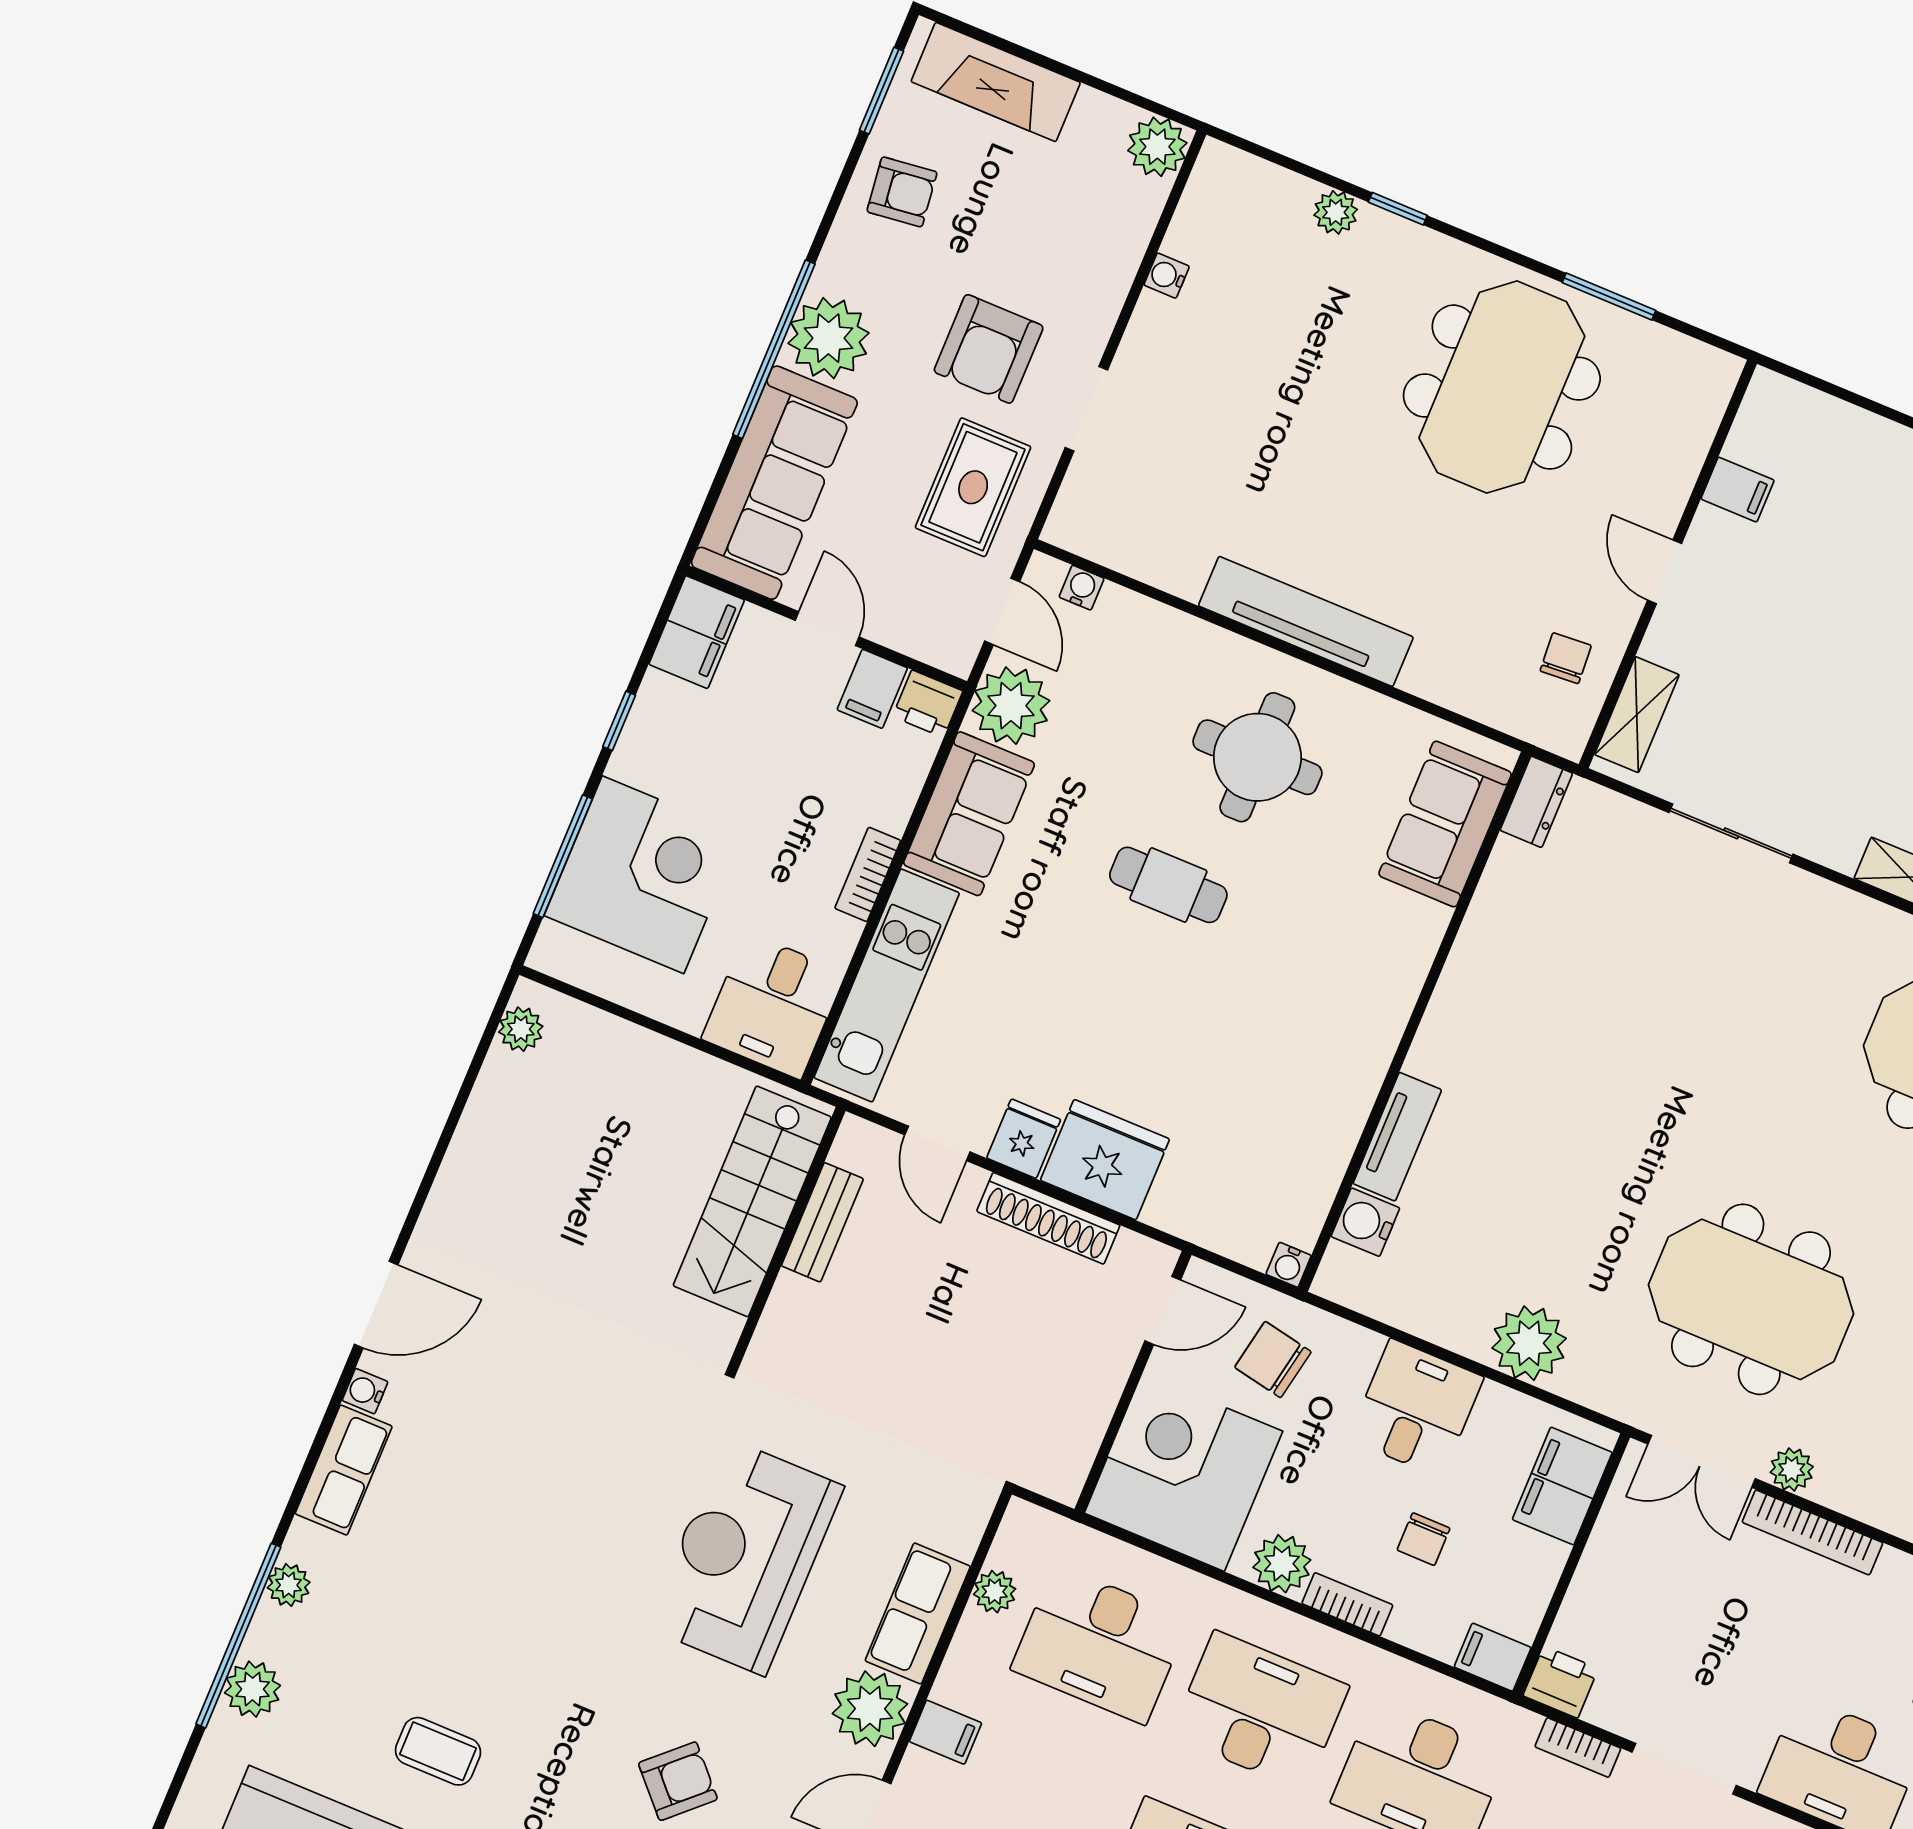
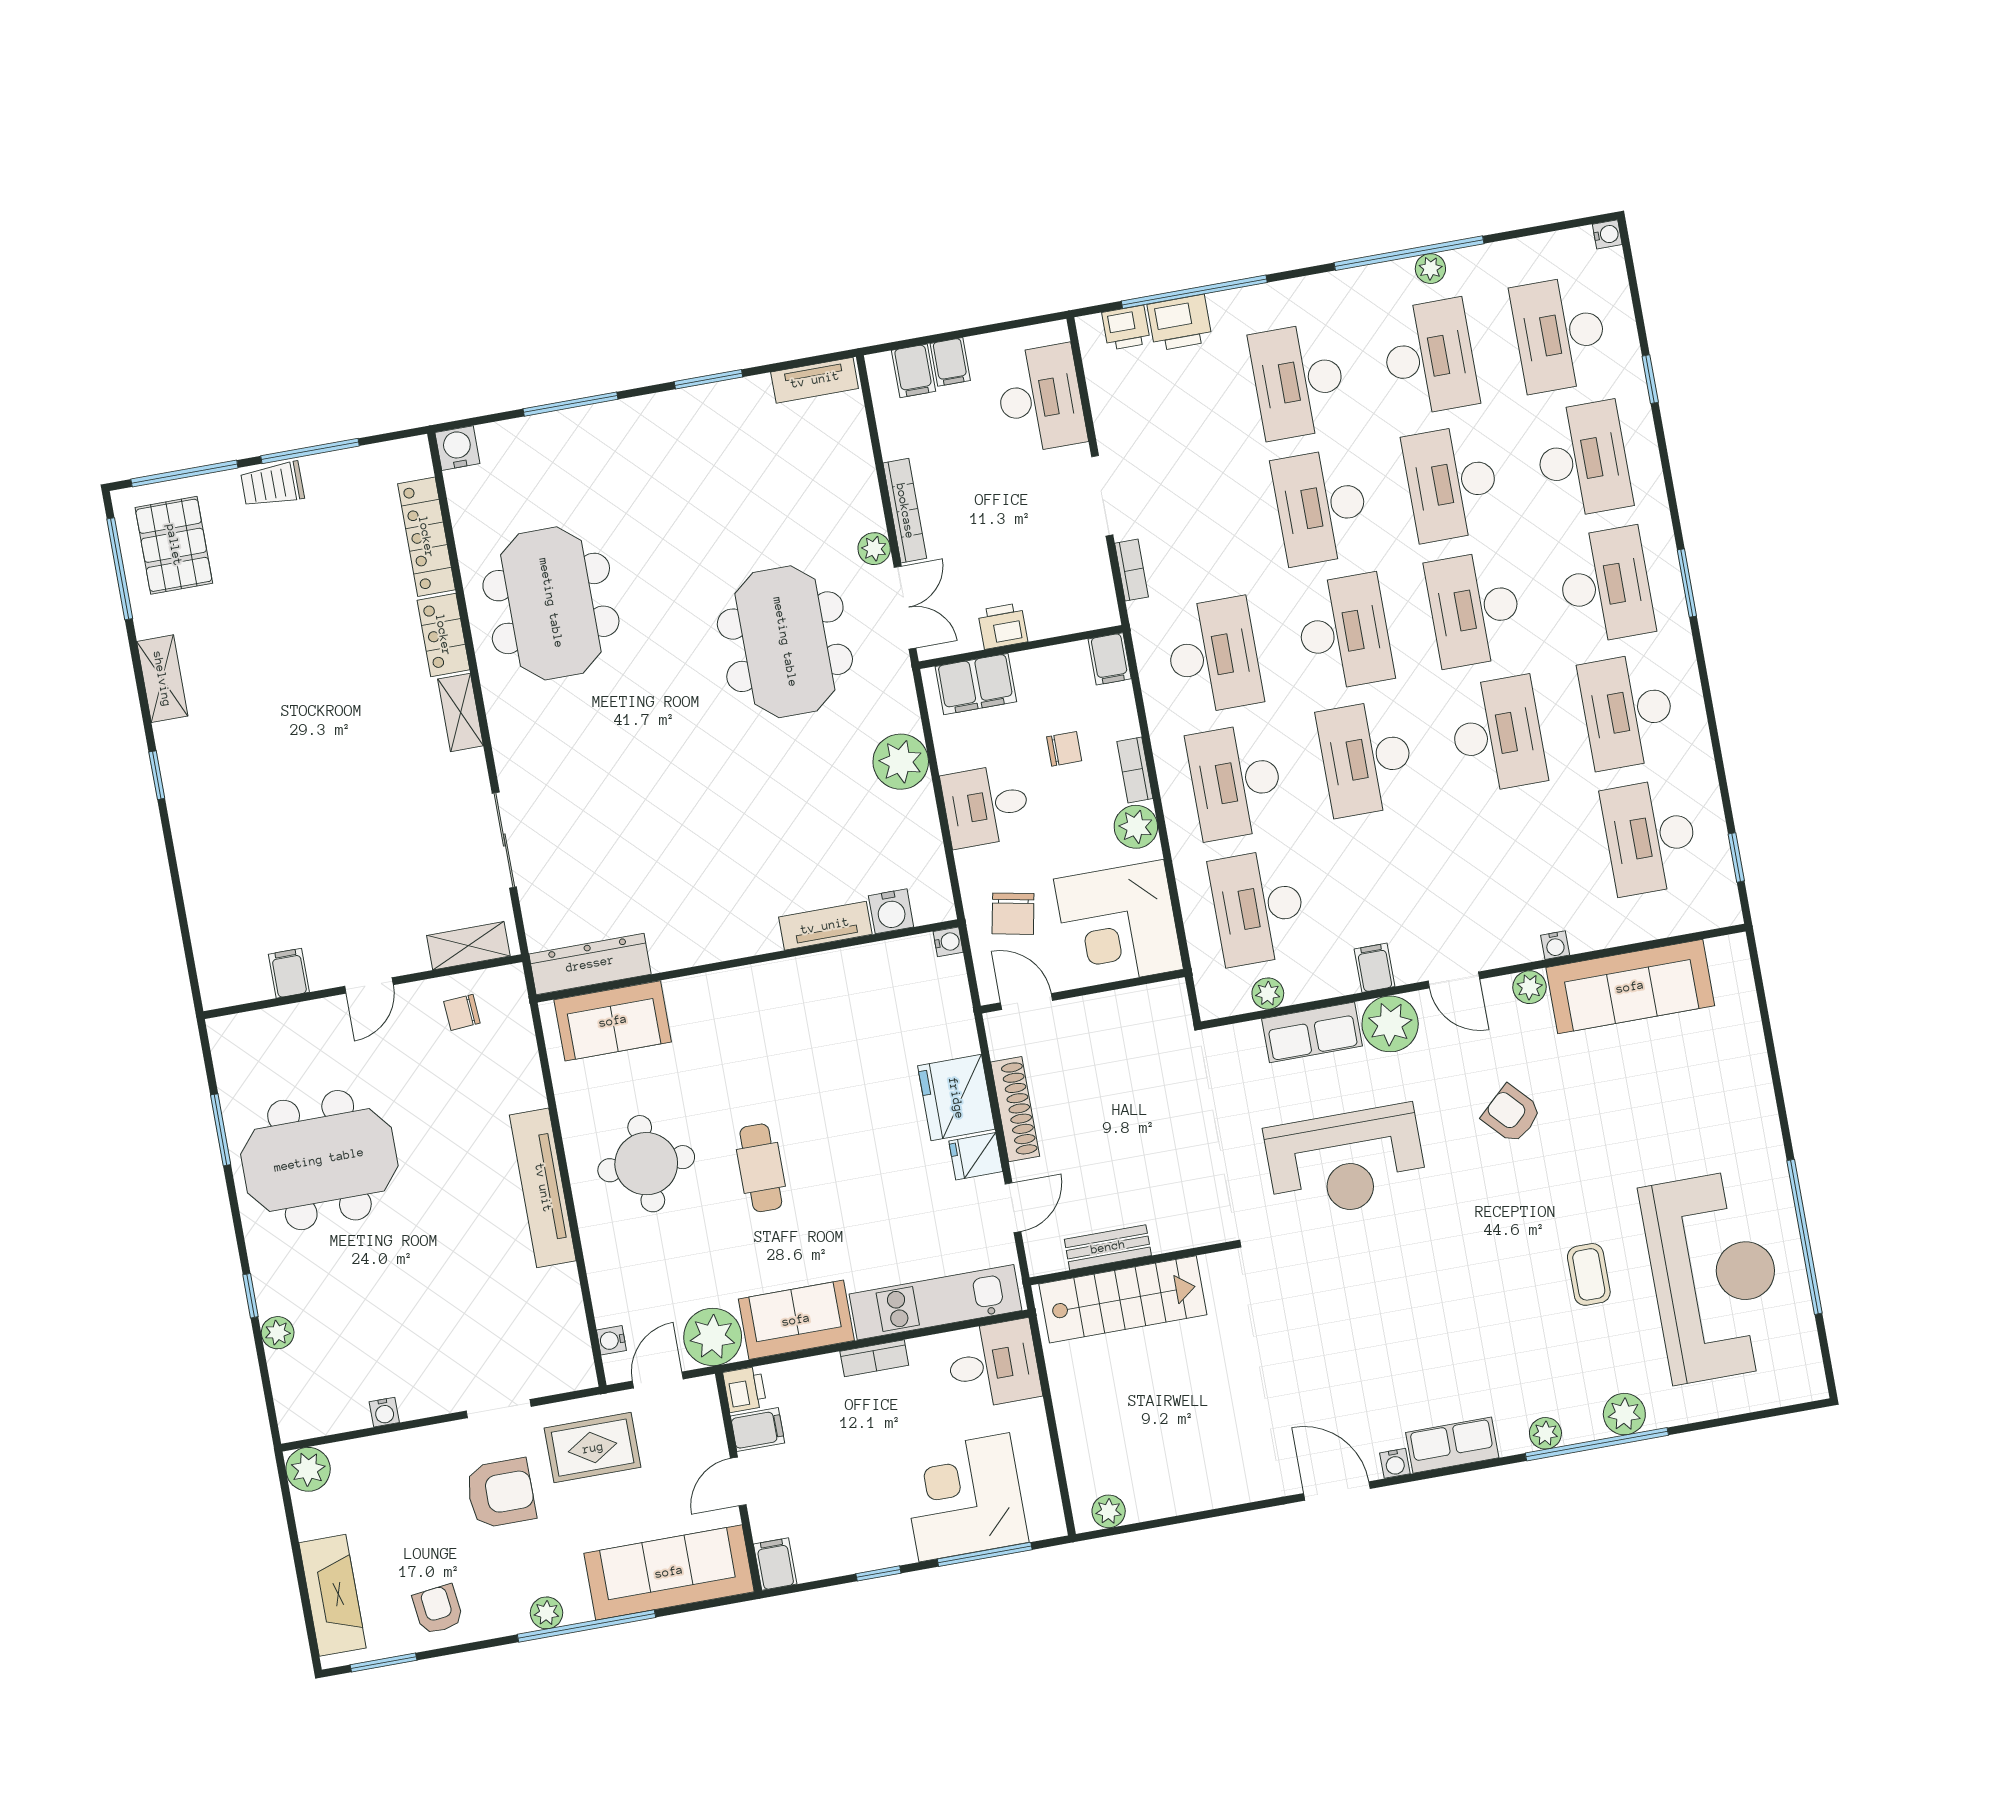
plant: (829, 338) -> (547, 1613), width x0.53, depth x0.53
filing cabinet: (697, 632) -> (775, 1564), width x0.50
dresser: (1536, 802) -> (590, 964), width x1.96, depth x1.24
desk: (1100, 1644) -> (1258, 907), turned 180
printer: (1561, 1682) -> (1003, 626), moved, turned 90

